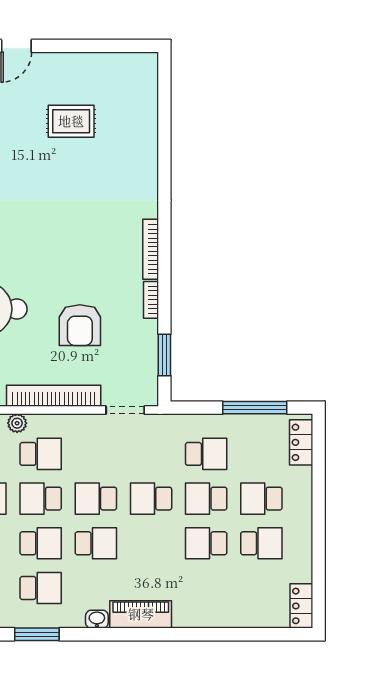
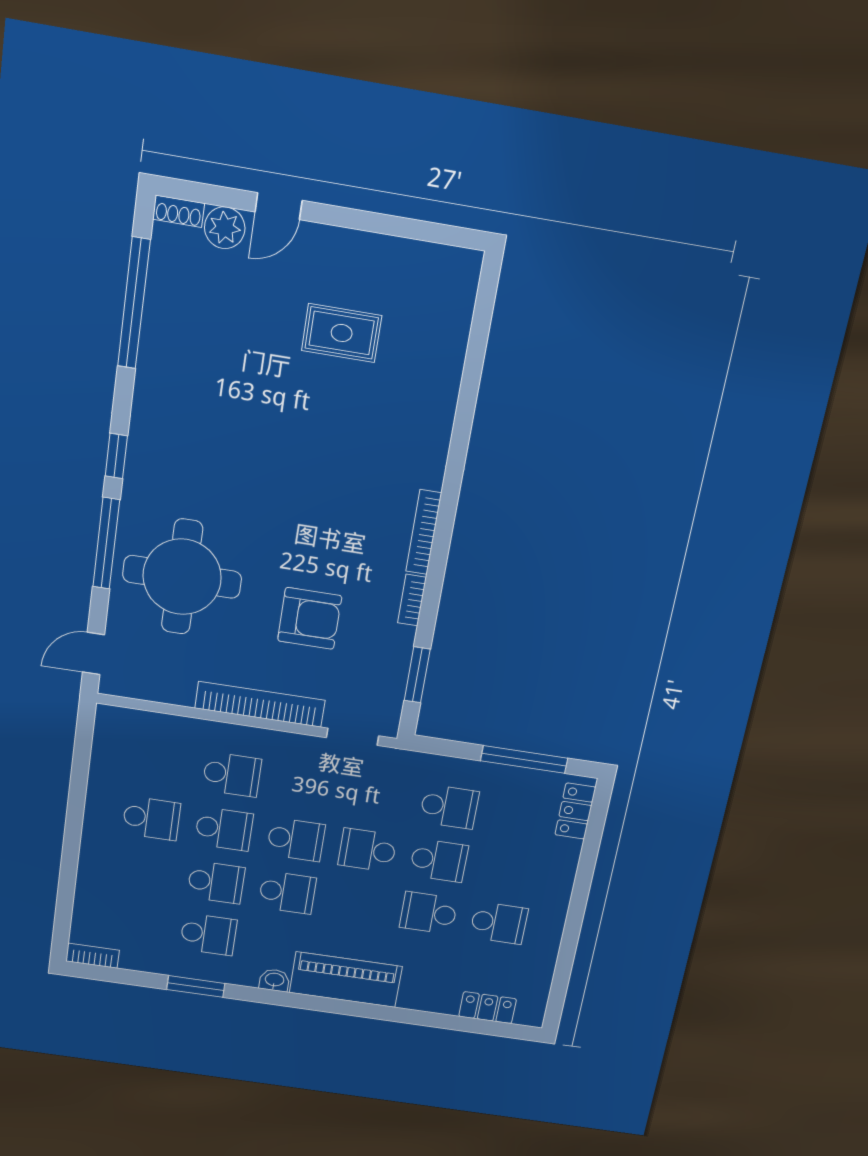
armchair: (80, 325) -> (310, 618), turned -90
plant: (17, 423) -> (206, 732), removed
school desk: (41, 499) -> (224, 829), turned 180
school desk: (96, 499) -> (296, 840), turned 180
school desk: (206, 499) -> (439, 860), turned 180
school desk: (261, 499) -> (510, 871), removed
locker: (301, 606) -> (488, 1008), moved, turned 90
piano: (141, 614) -> (346, 980), width x1.37, depth x1.33

